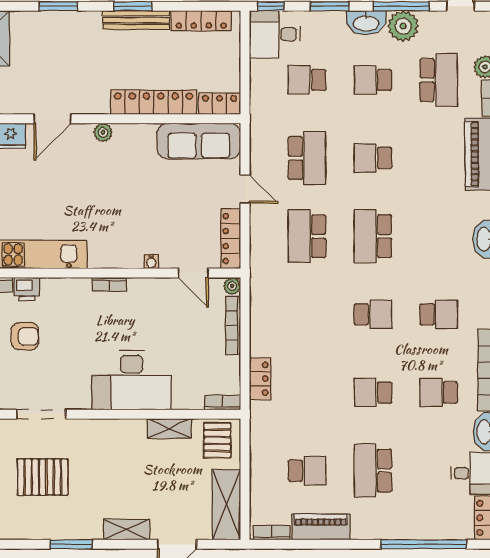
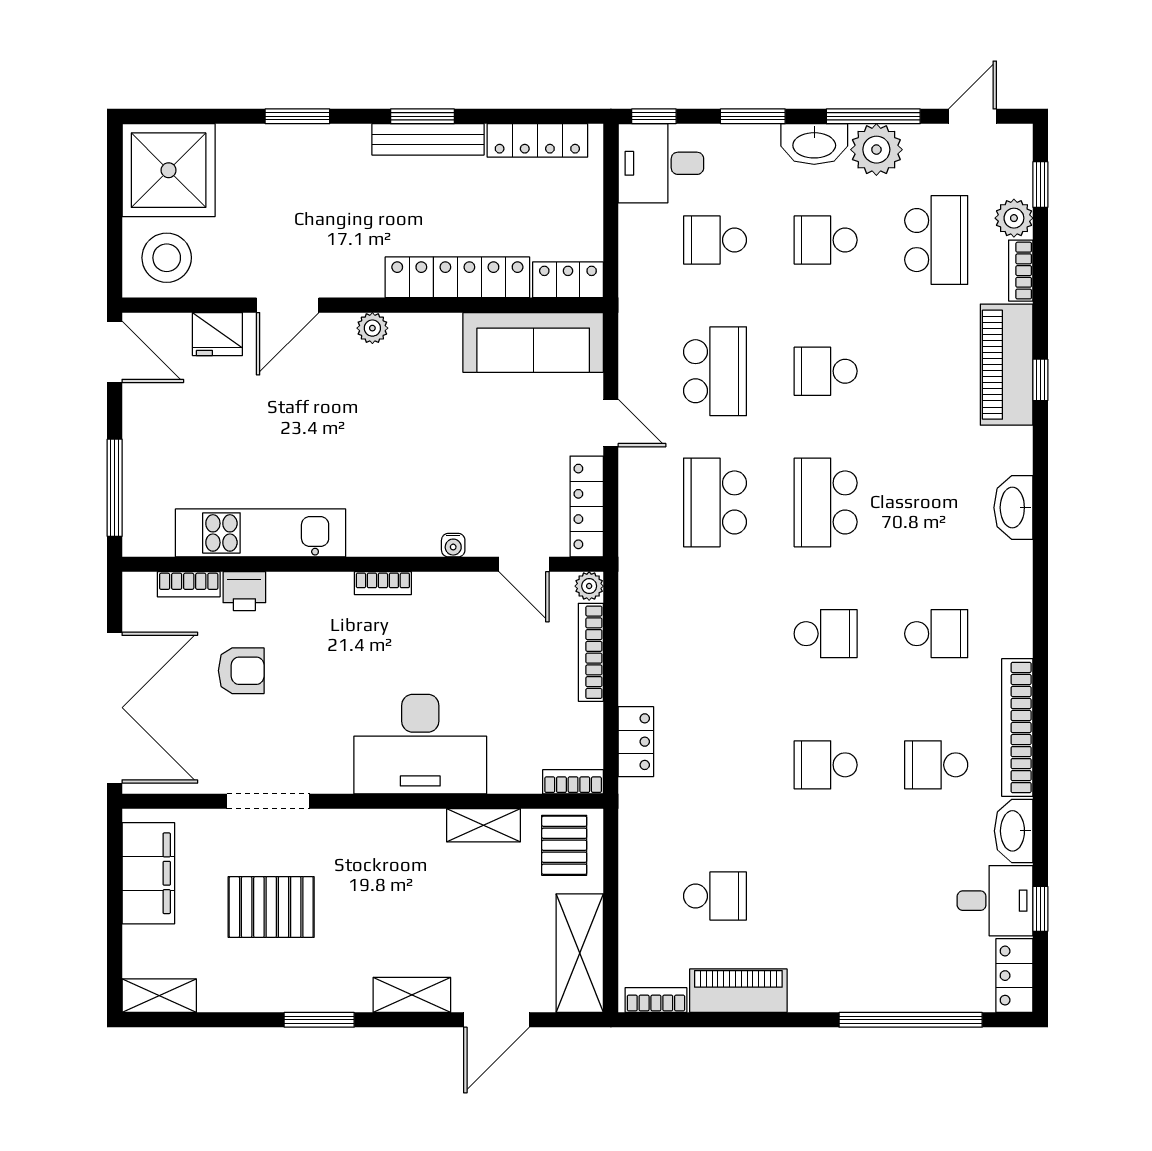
school desk: (373, 471) -> (826, 896), removed

